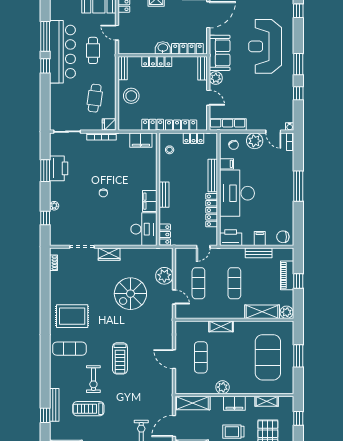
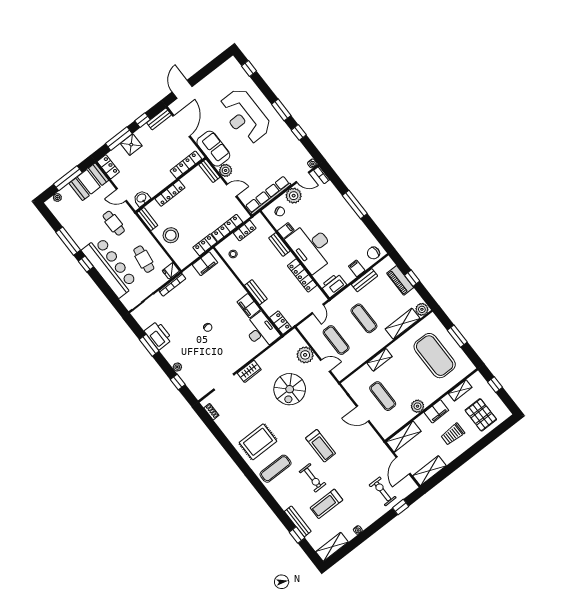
washbasin: (163, 48) -> (142, 198), moved
bar counter: (62, 52) -> (110, 267), moved
row of seats: (228, 125) -> (268, 195), width x1.36
bench: (213, 175) -> (279, 244), width x0.73

